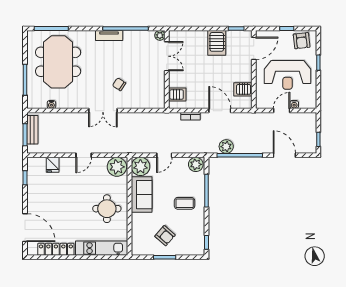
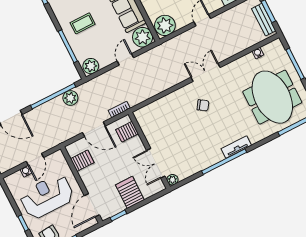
plant: (160, 35) -> (172, 180), moved
double door: (167, 56) -> (156, 163), moved
wall: (167, 70) -> (149, 150), moved
server rack: (177, 94) -> (127, 132), moved

